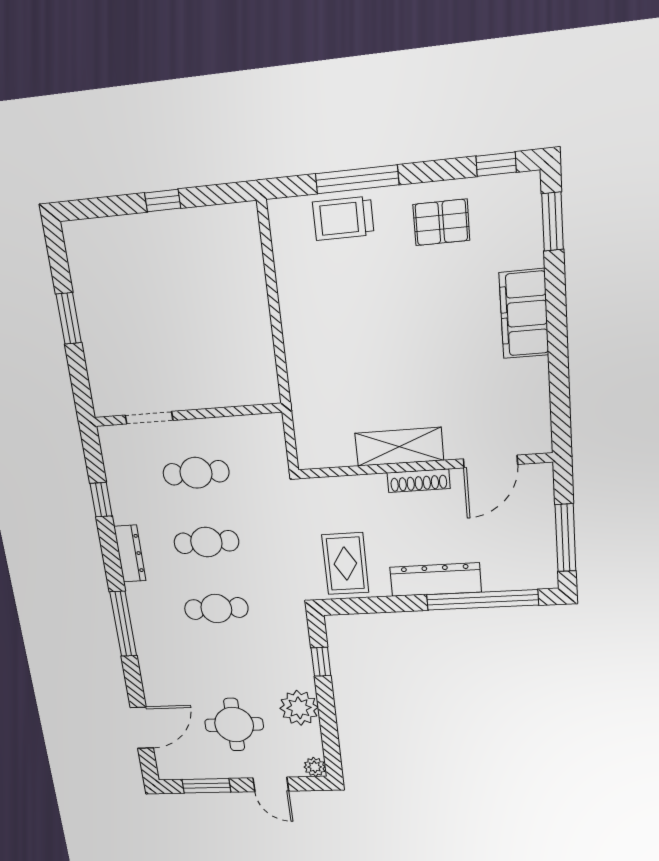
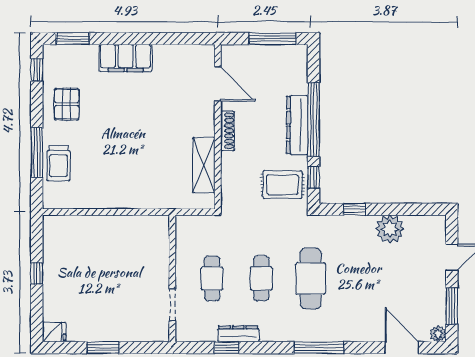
fridge: (78, 239) -> (54, 332), added
shelving: (399, 447) -> (204, 165), moved
dresser: (130, 554) -> (238, 334), moved
window: (482, 600) -> (313, 120), moved
window: (361, 606) -> (313, 177), added
cafe table: (216, 609) -> (311, 278), width x1.37, depth x1.35
round table: (234, 725) -> (402, 278), removed
plant: (315, 767) -> (438, 334), moved

